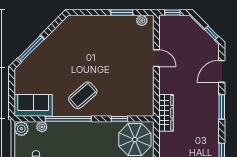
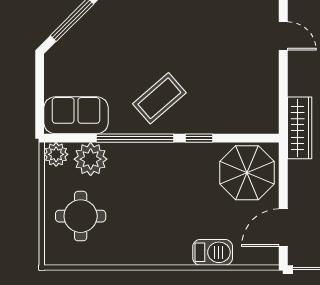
window: (119, 119) -> (199, 138), moved
plant: (42, 127) -> (91, 159), width x1.87, depth x1.87

